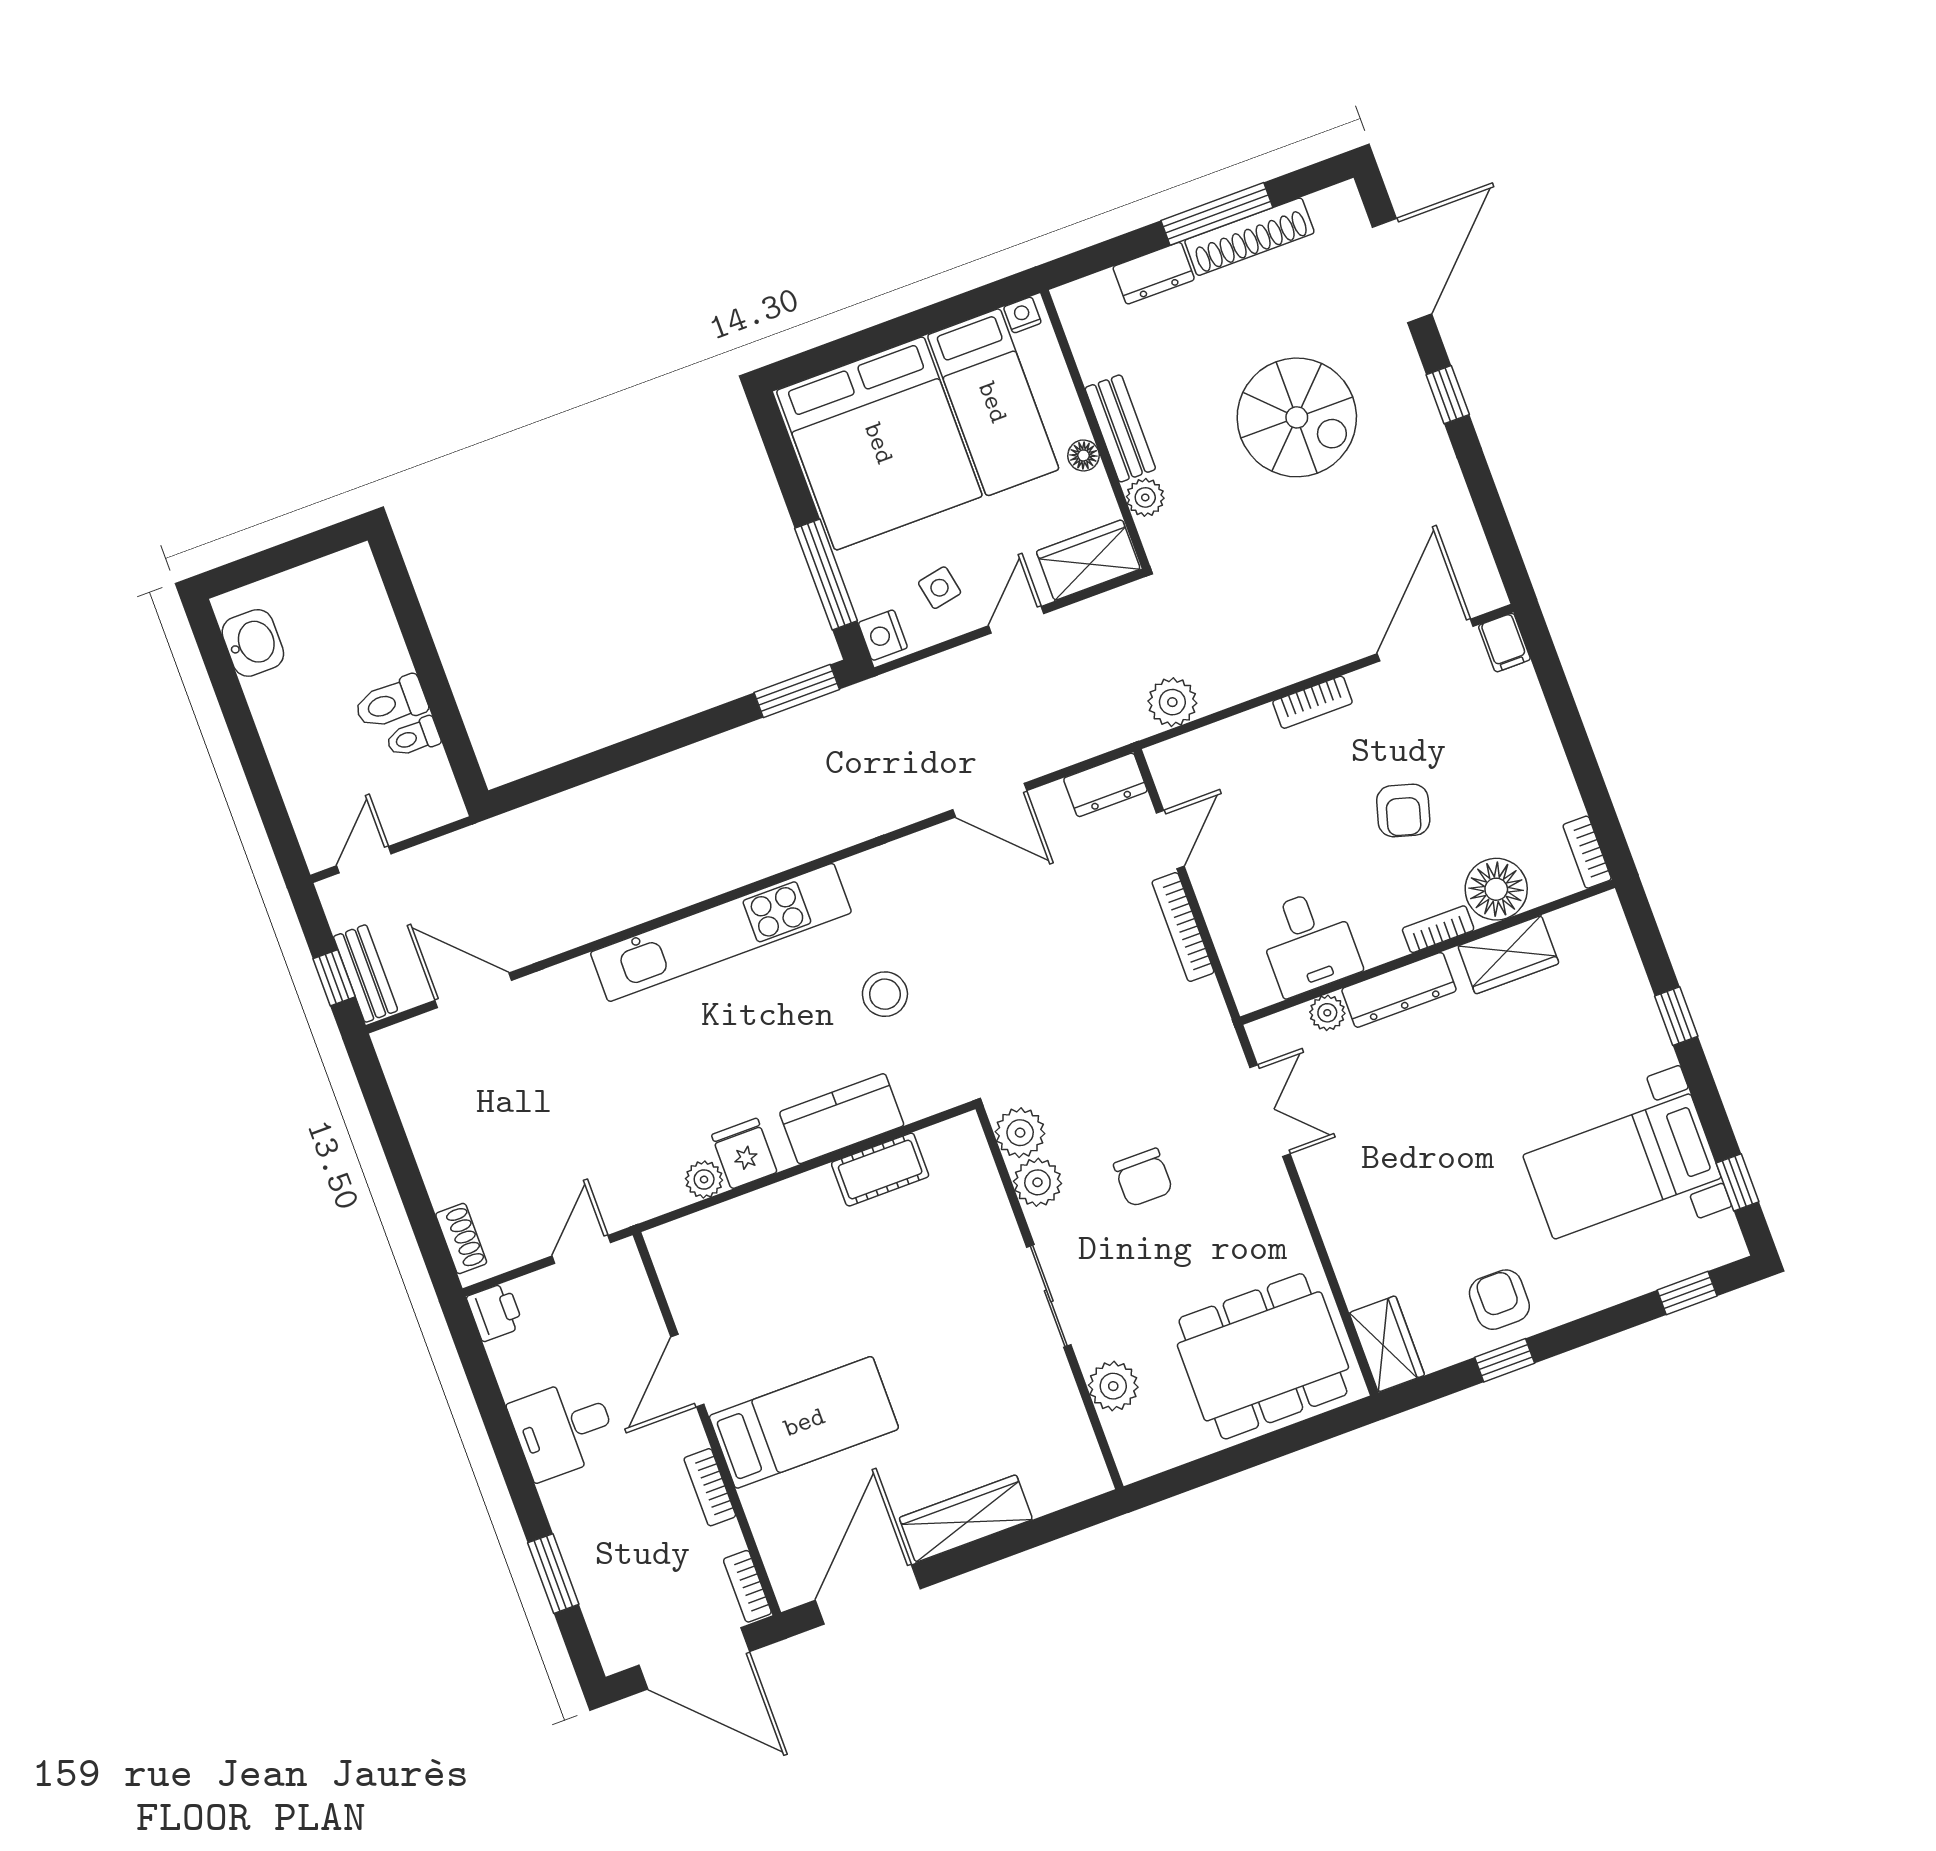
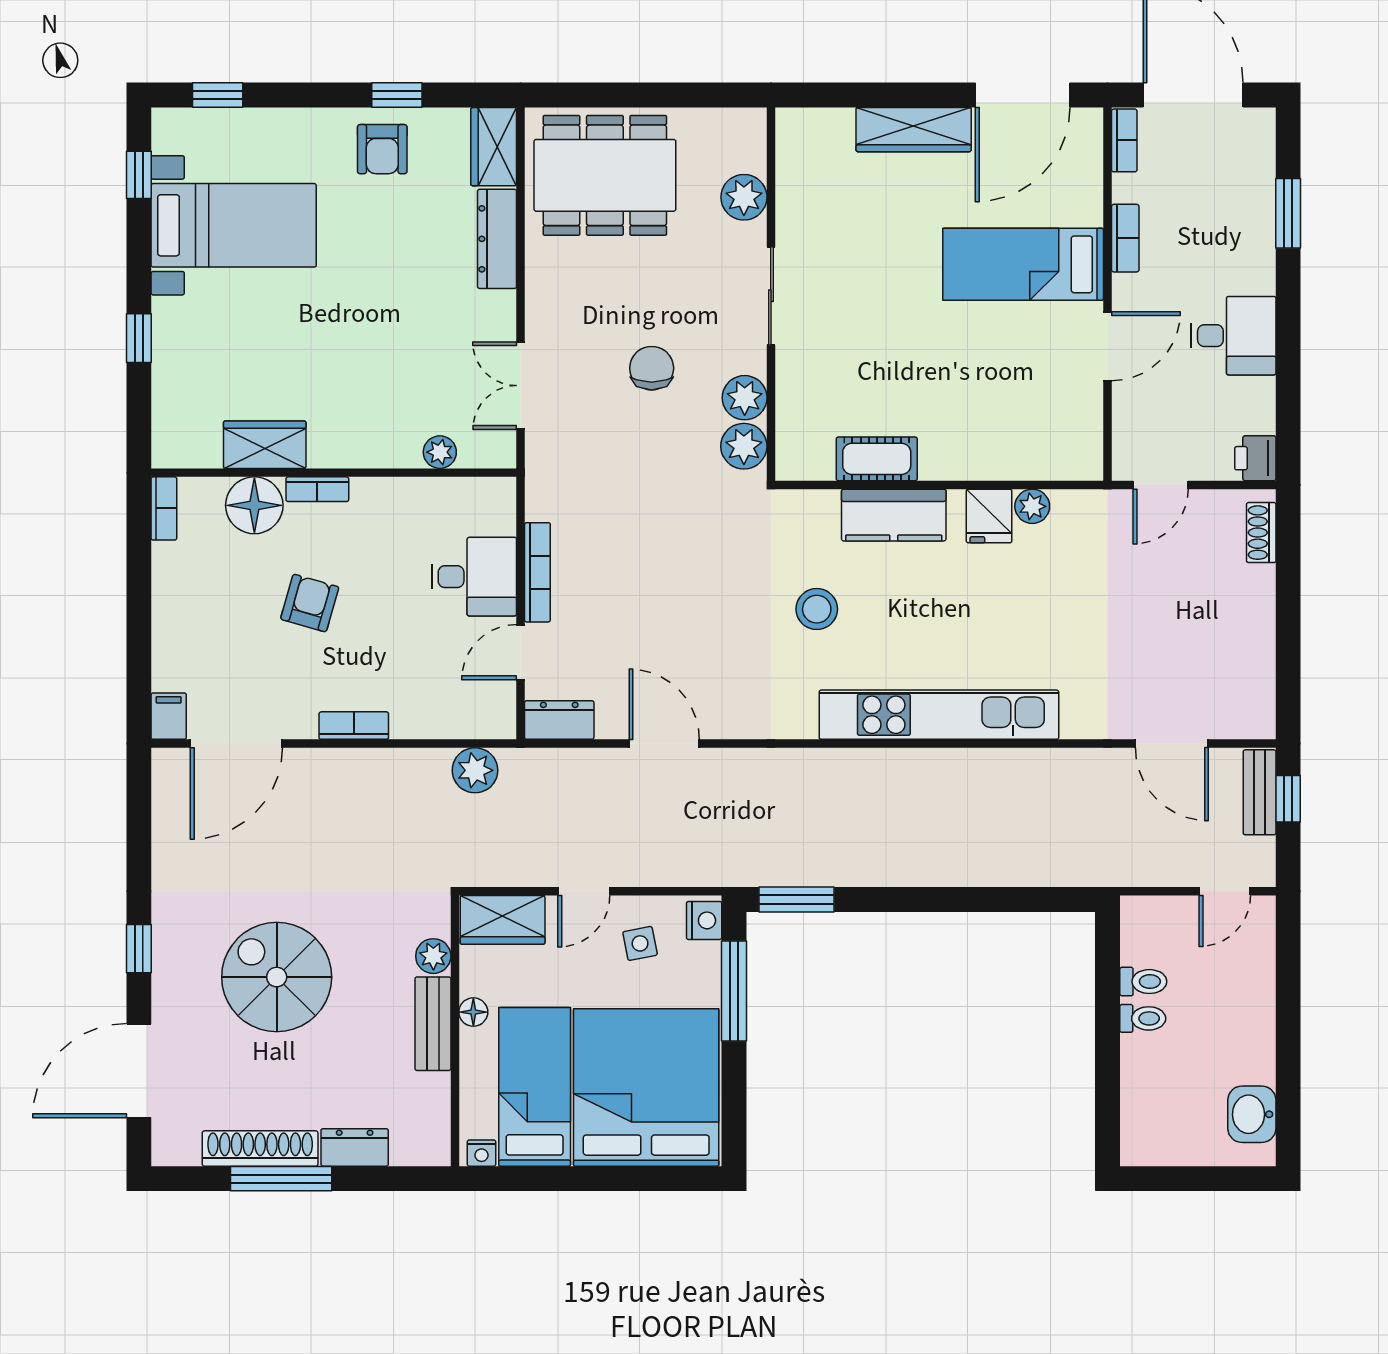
toilet: (391, 703) -> (1143, 1018), width x0.73, depth x0.72
desk: (1308, 942) -> (474, 577), moved, turned 90
dresser: (1399, 990) -> (497, 239), moved, turned -90

